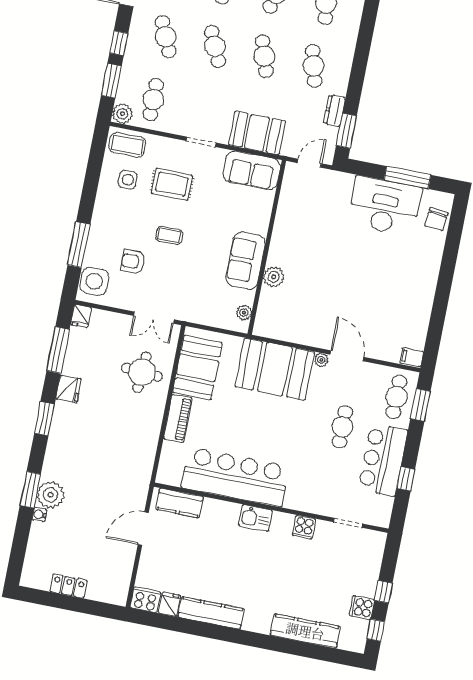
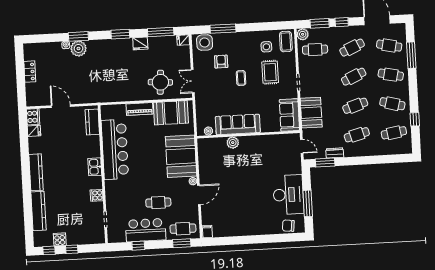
sofa: (246, 261) -> (238, 124), width x1.36
door: (143, 528) -> (61, 106), moved
kitchen counter: (211, 613) -> (36, 172), moved

